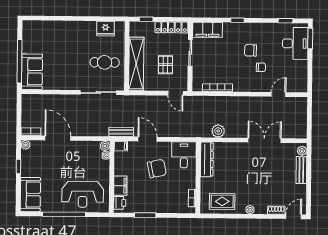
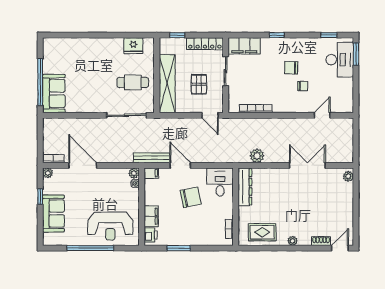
bench: (121, 132) -> (152, 158), width x1.36
bench: (301, 170) -> (348, 197), removed
sofa: (30, 195) -> (54, 213), moved

